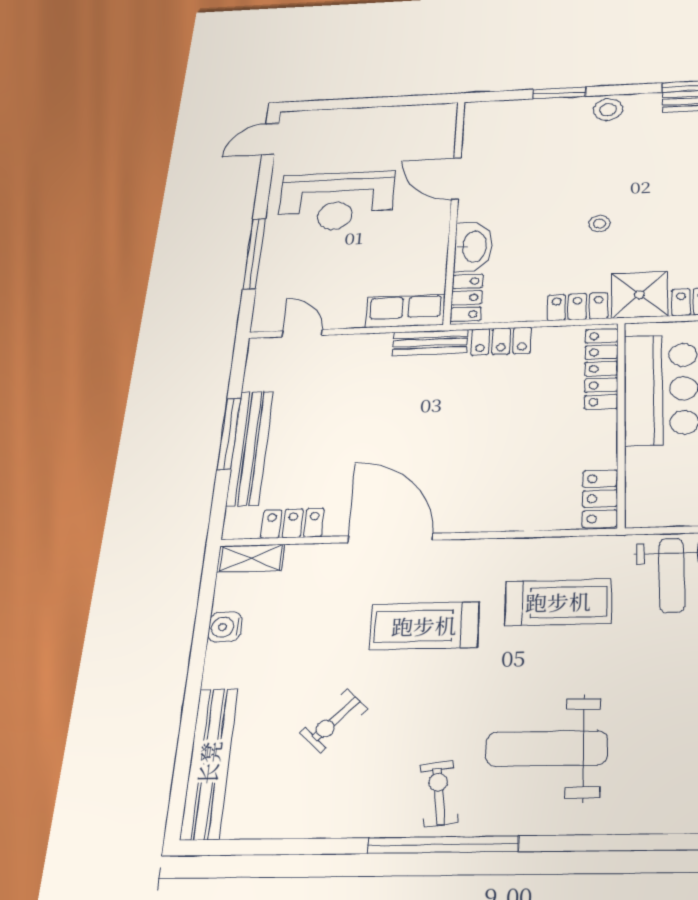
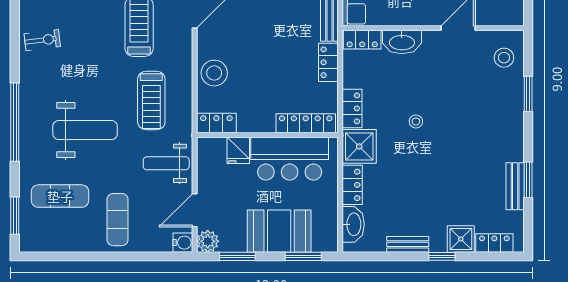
stool: (608, 110) -> (504, 58), moved
fridge: (648, 464) -> (238, 150), added
stool: (512, 505) -> (214, 73), added
weight bench: (547, 748) -> (85, 130), moved, turned 90
window: (443, 845) -> (15, 122), moved

